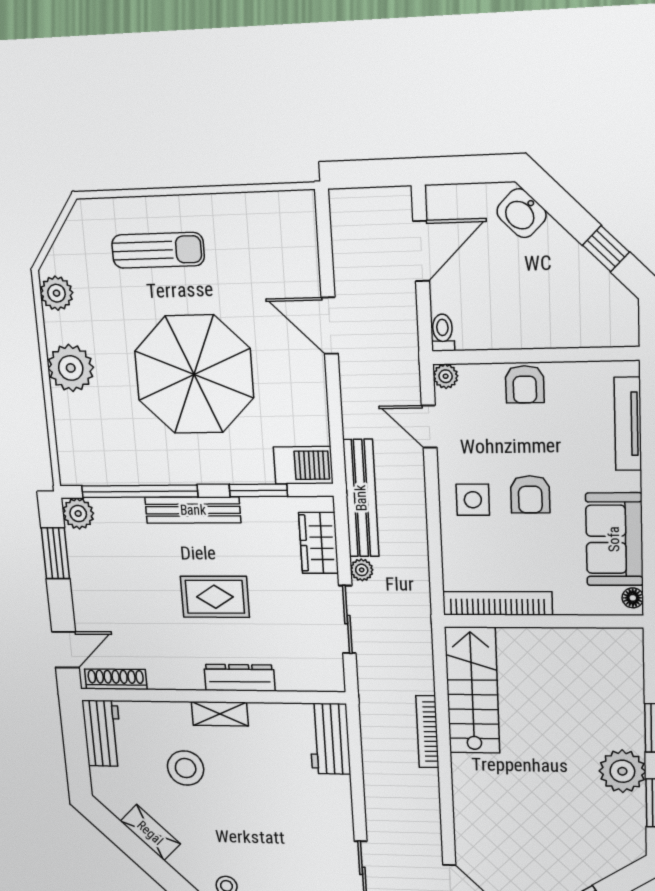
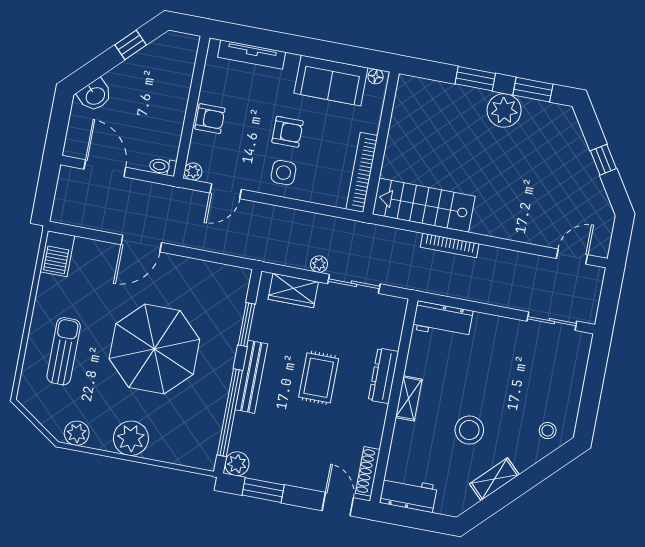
barbecue: (303, 465) -> (57, 254), moved, turned 180
bench: (361, 498) -> (267, 252), removed
stool: (186, 768) -> (469, 430), moved

